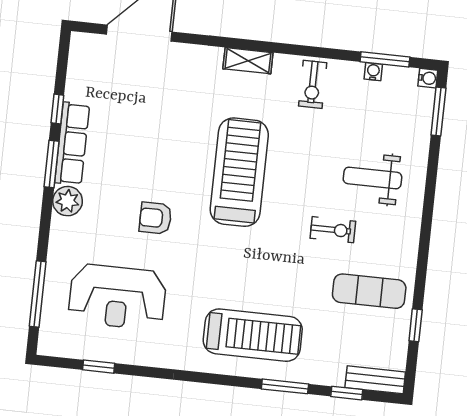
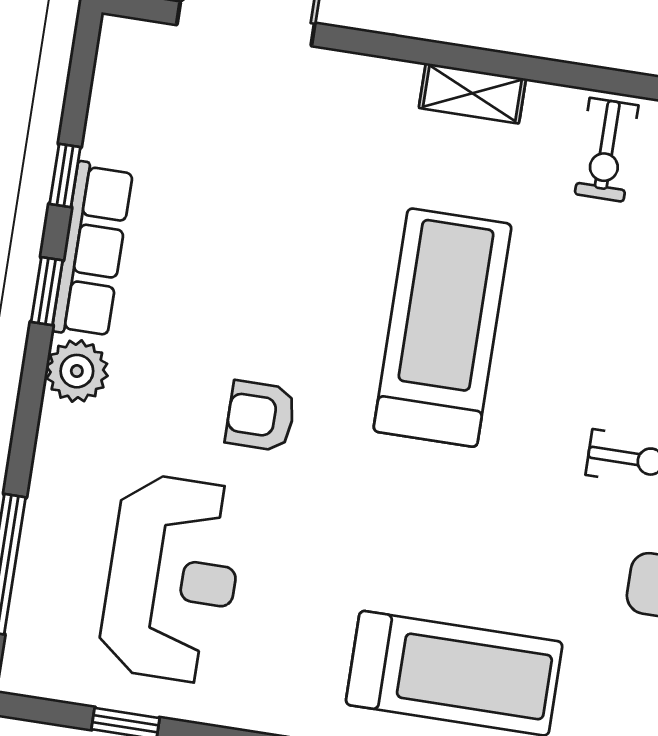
window: (52, 164) -> (47, 291), width x0.67
reception desk: (117, 297) -> (172, 579), turned -90

